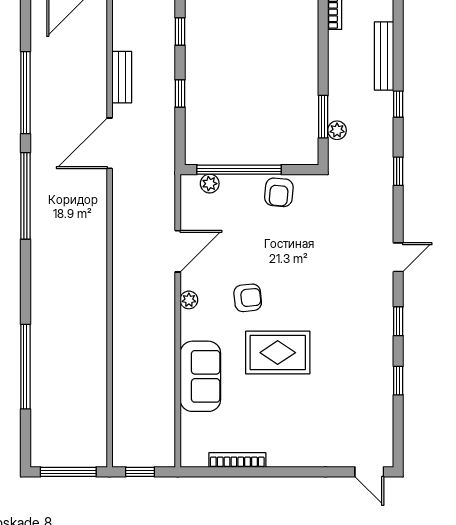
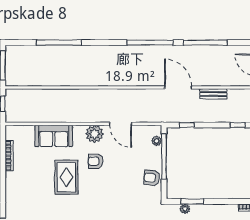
window: (180, 93) -> (187, 125), moved
armchair: (248, 298) -> (96, 161), turned 96
plant: (189, 300) -> (94, 134), width x1.87, depth x1.87

